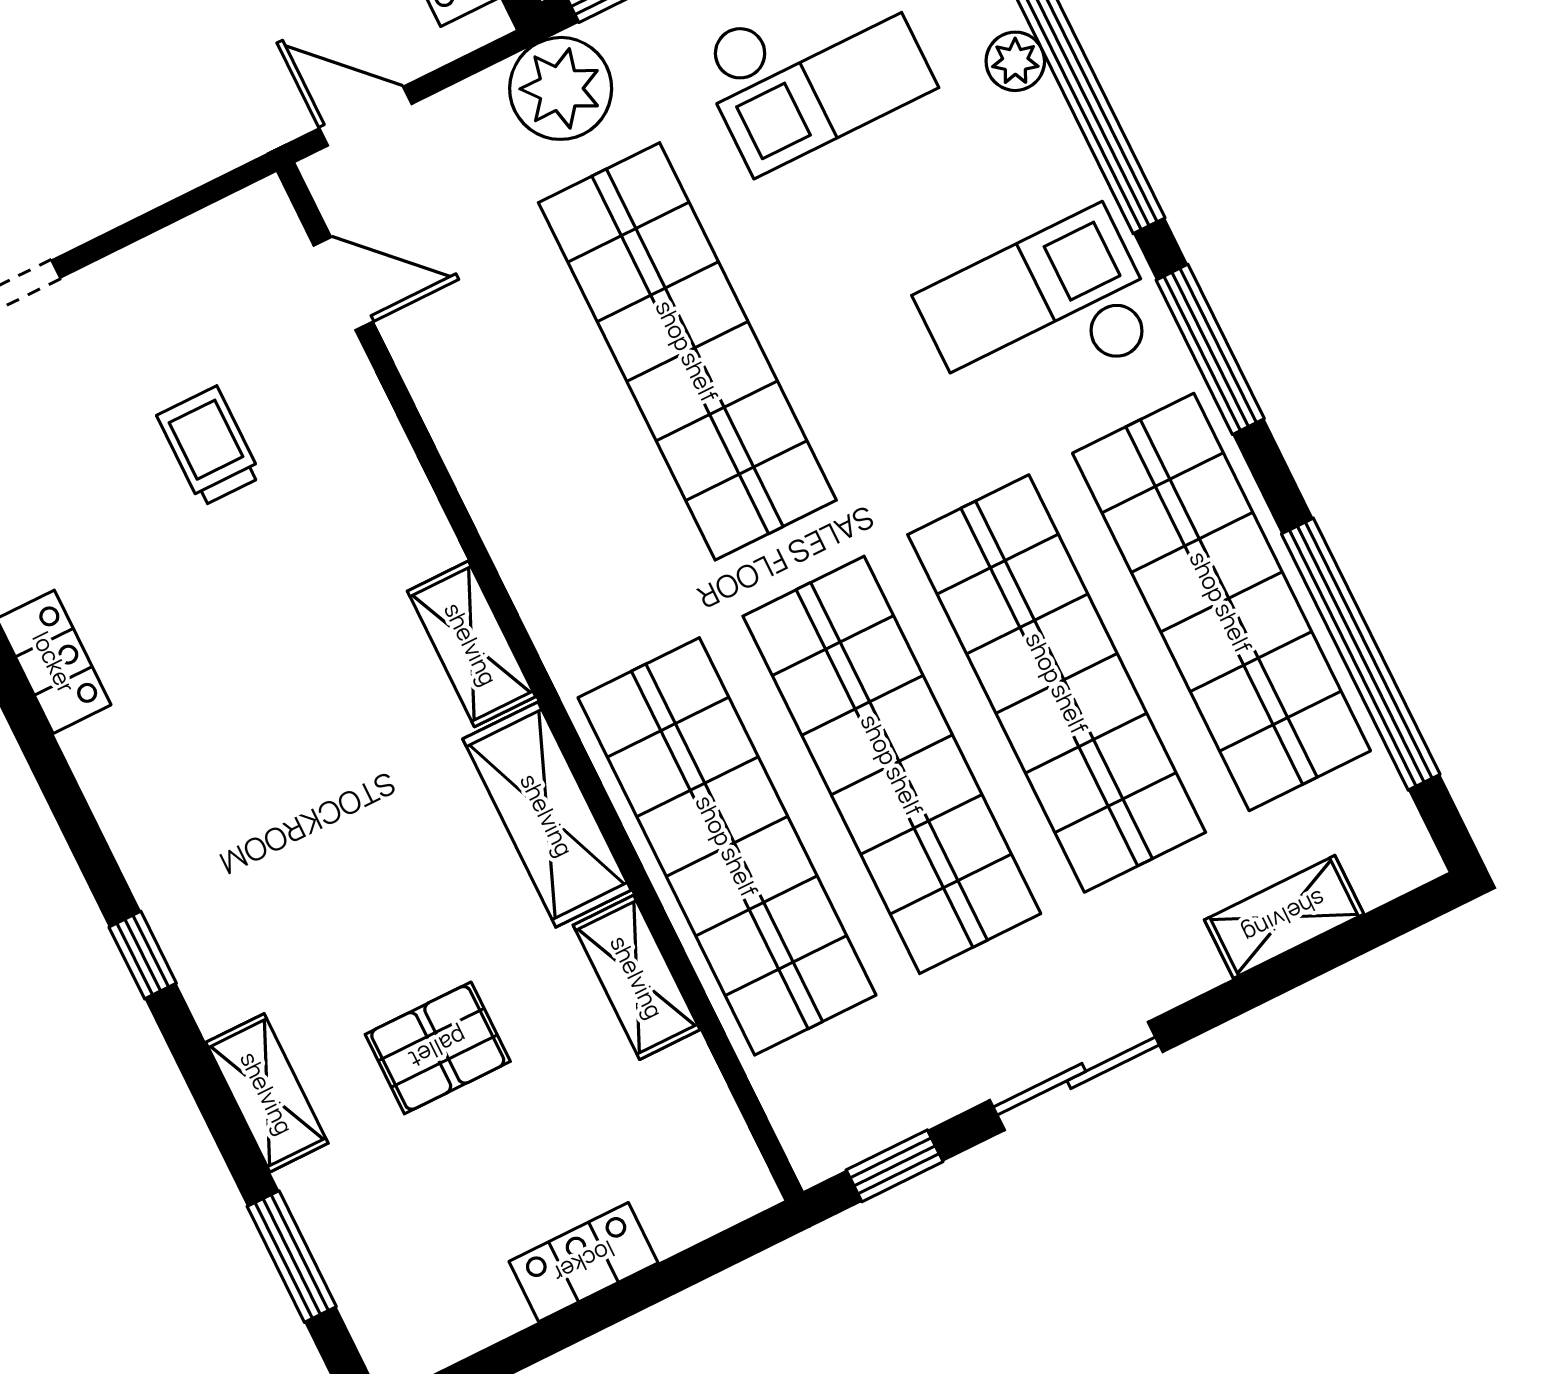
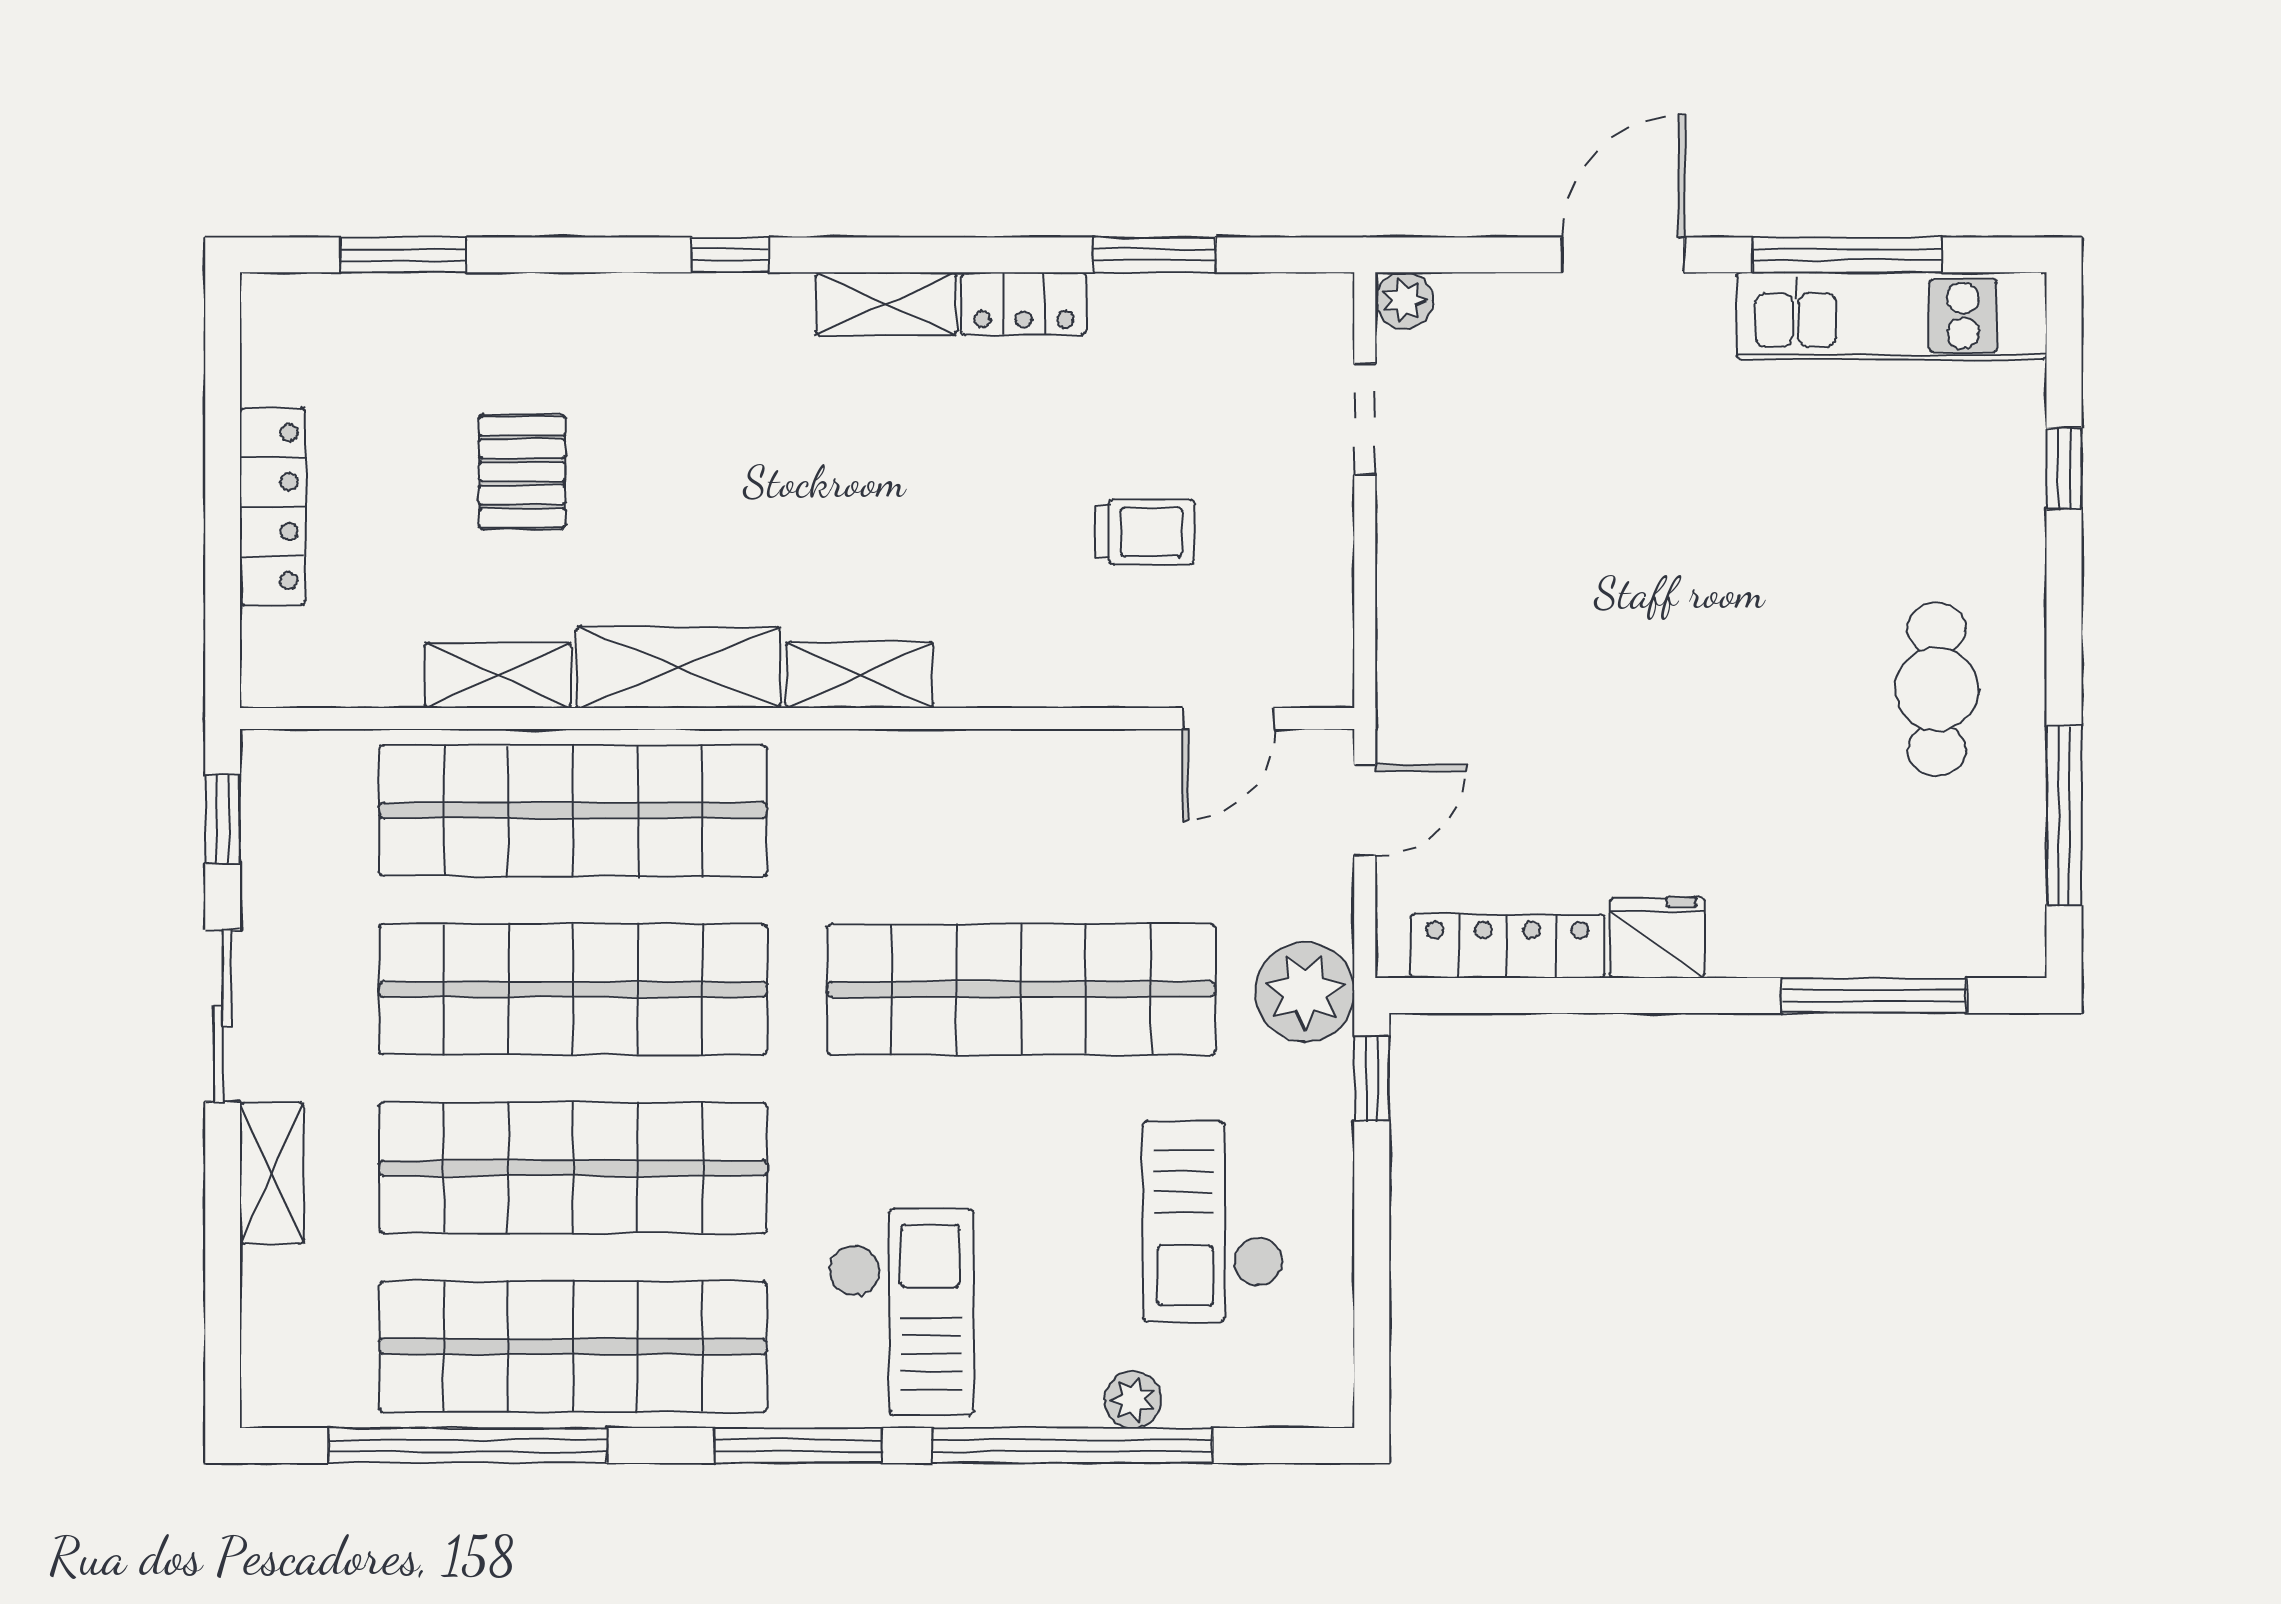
shelving: (1284, 917) -> (272, 1173), moved
shelving: (267, 1093) -> (886, 304), moved
locker: (584, 1262) -> (273, 507), width x1.53

